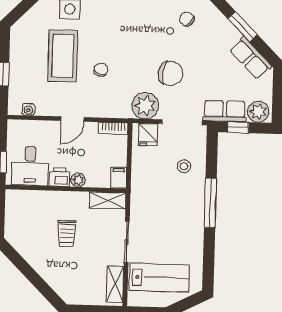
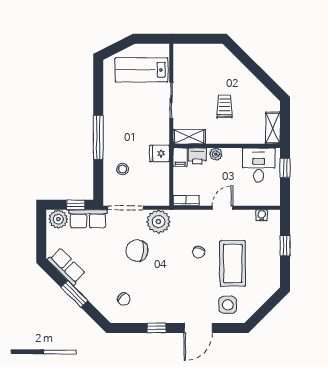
fridge: (148, 135) -> (159, 153), moved, turned -90
printer: (59, 177) -> (197, 156), moved
shelving: (115, 284) -> (273, 128), moved

